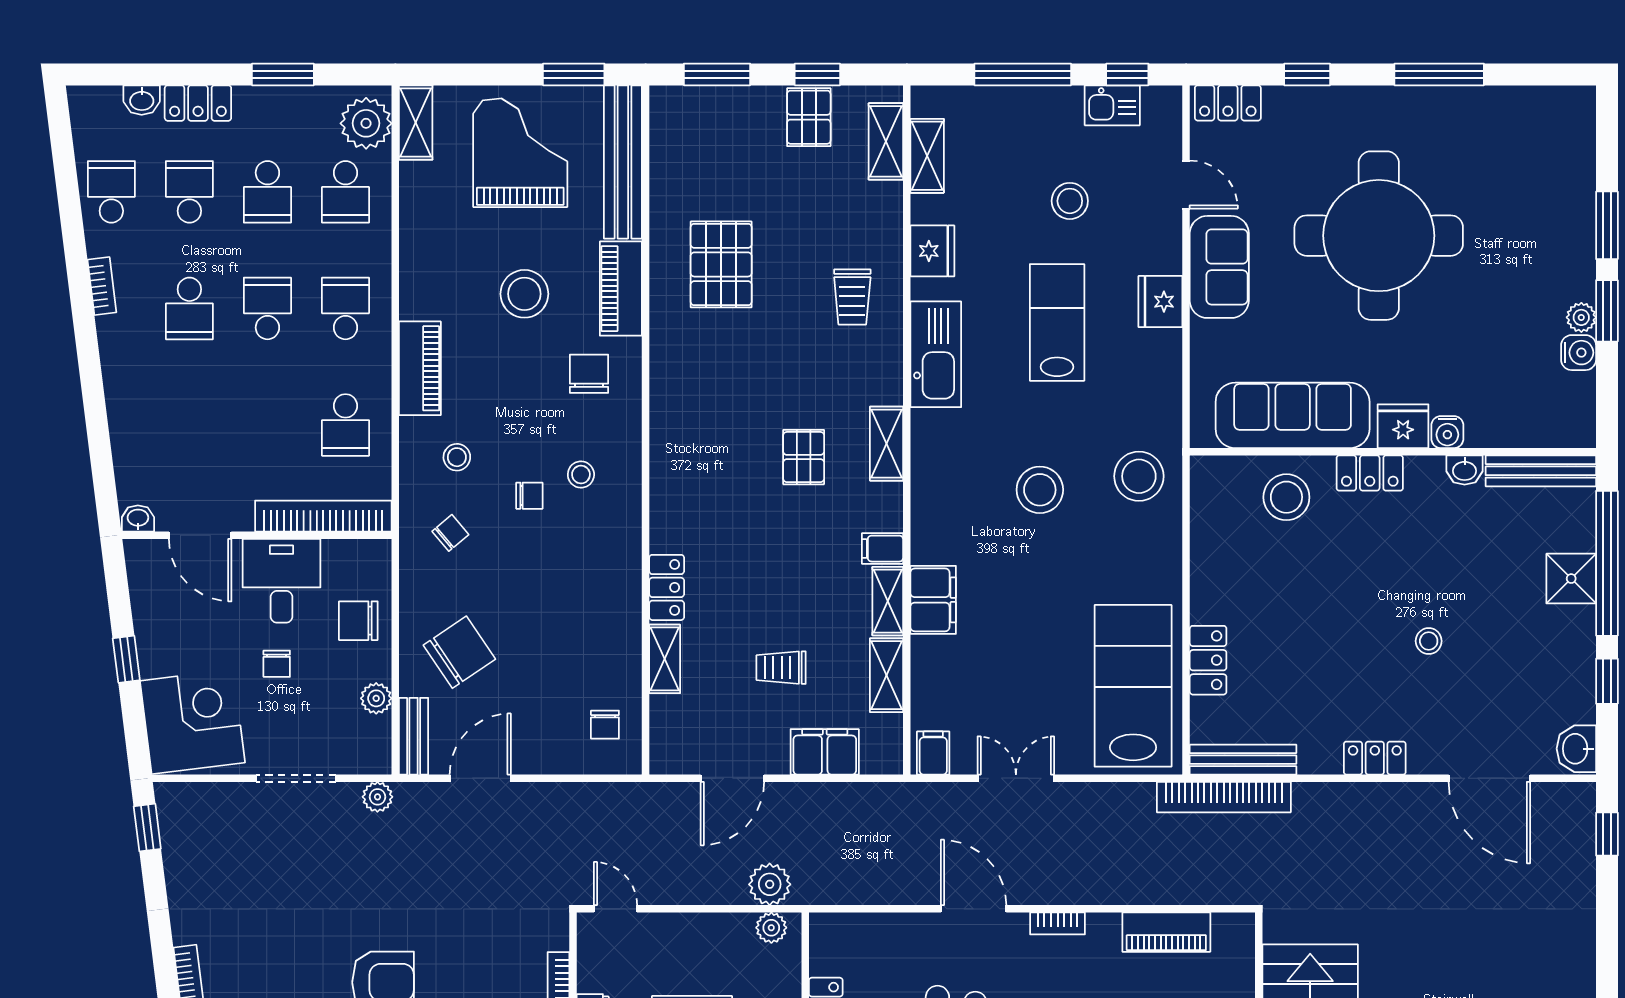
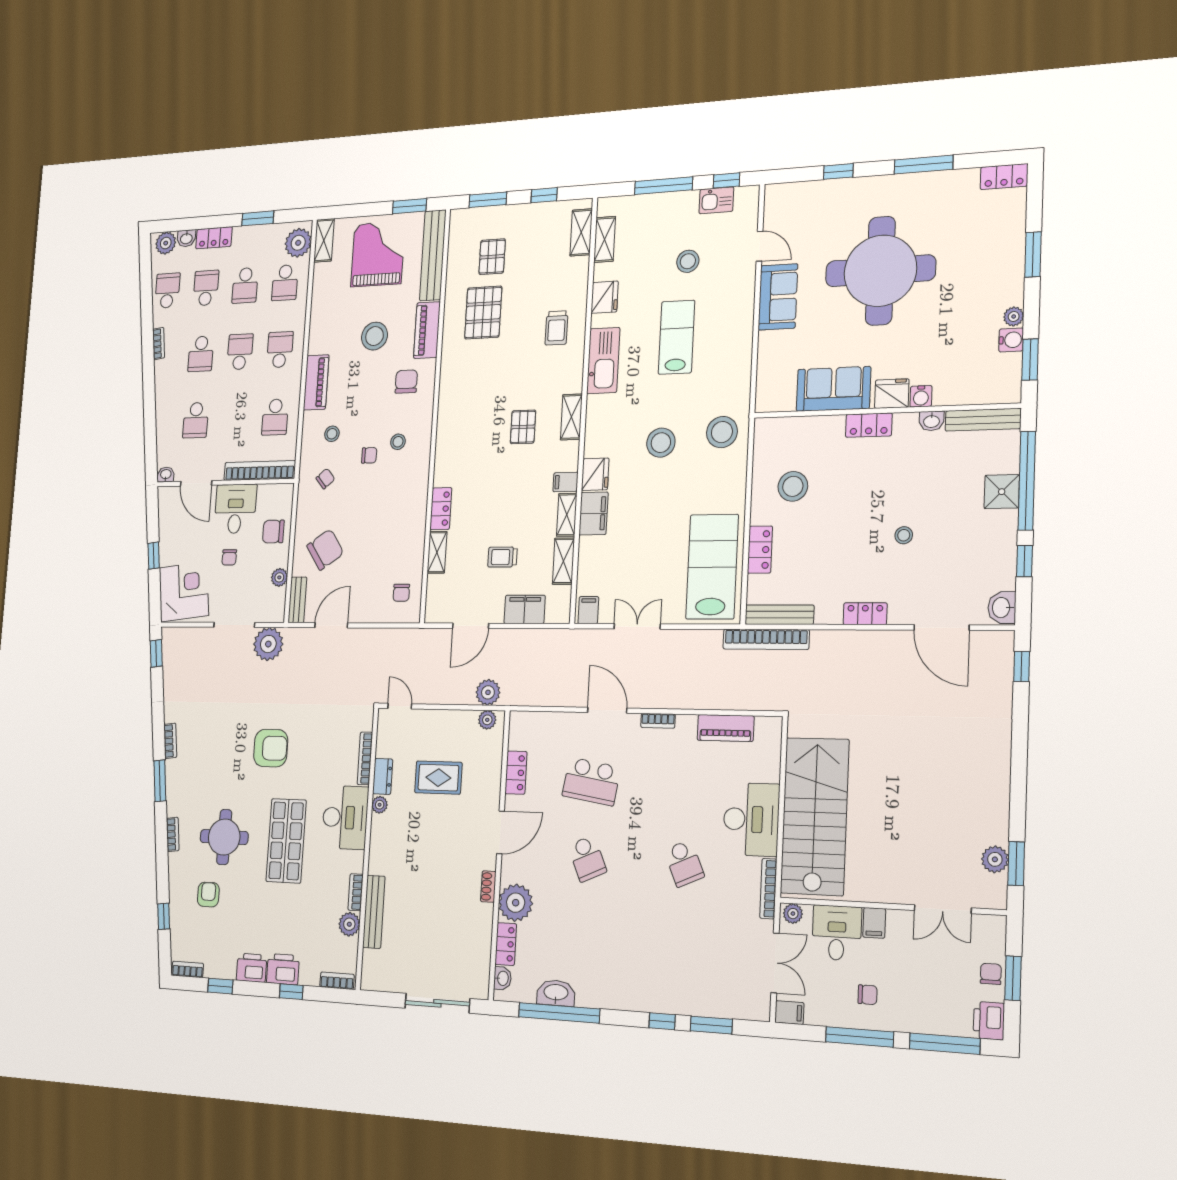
locker: (1228, 103) -> (1004, 177), moved
plant: (100, 106) -> (166, 243), added
pallet: (809, 117) -> (492, 257), moved
fridge: (1160, 302) -> (595, 474), moved, turned 180
window: (1607, 311) -> (1030, 360), moved
sofa: (1293, 415) -> (833, 389), width x0.73
school desk: (189, 425) -> (196, 420), added
stool: (1286, 497) -> (793, 486), moved
plant: (377, 797) -> (268, 644), width x1.87, depth x1.87

